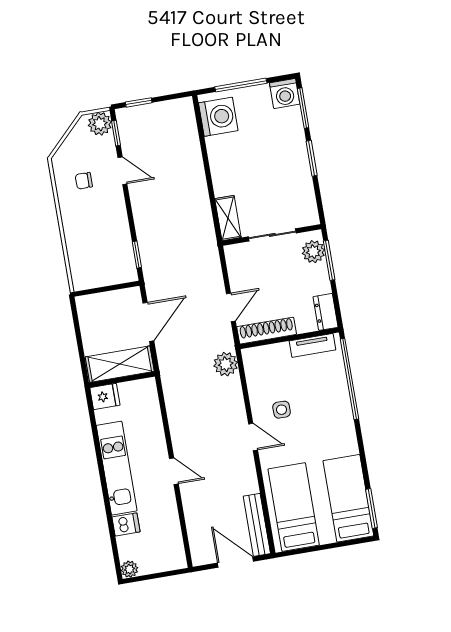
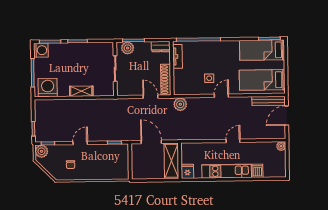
door: (122, 171) -> (80, 143), moved
shelving: (228, 218) -> (81, 91), moved
plant: (129, 569) -> (281, 146), moved

